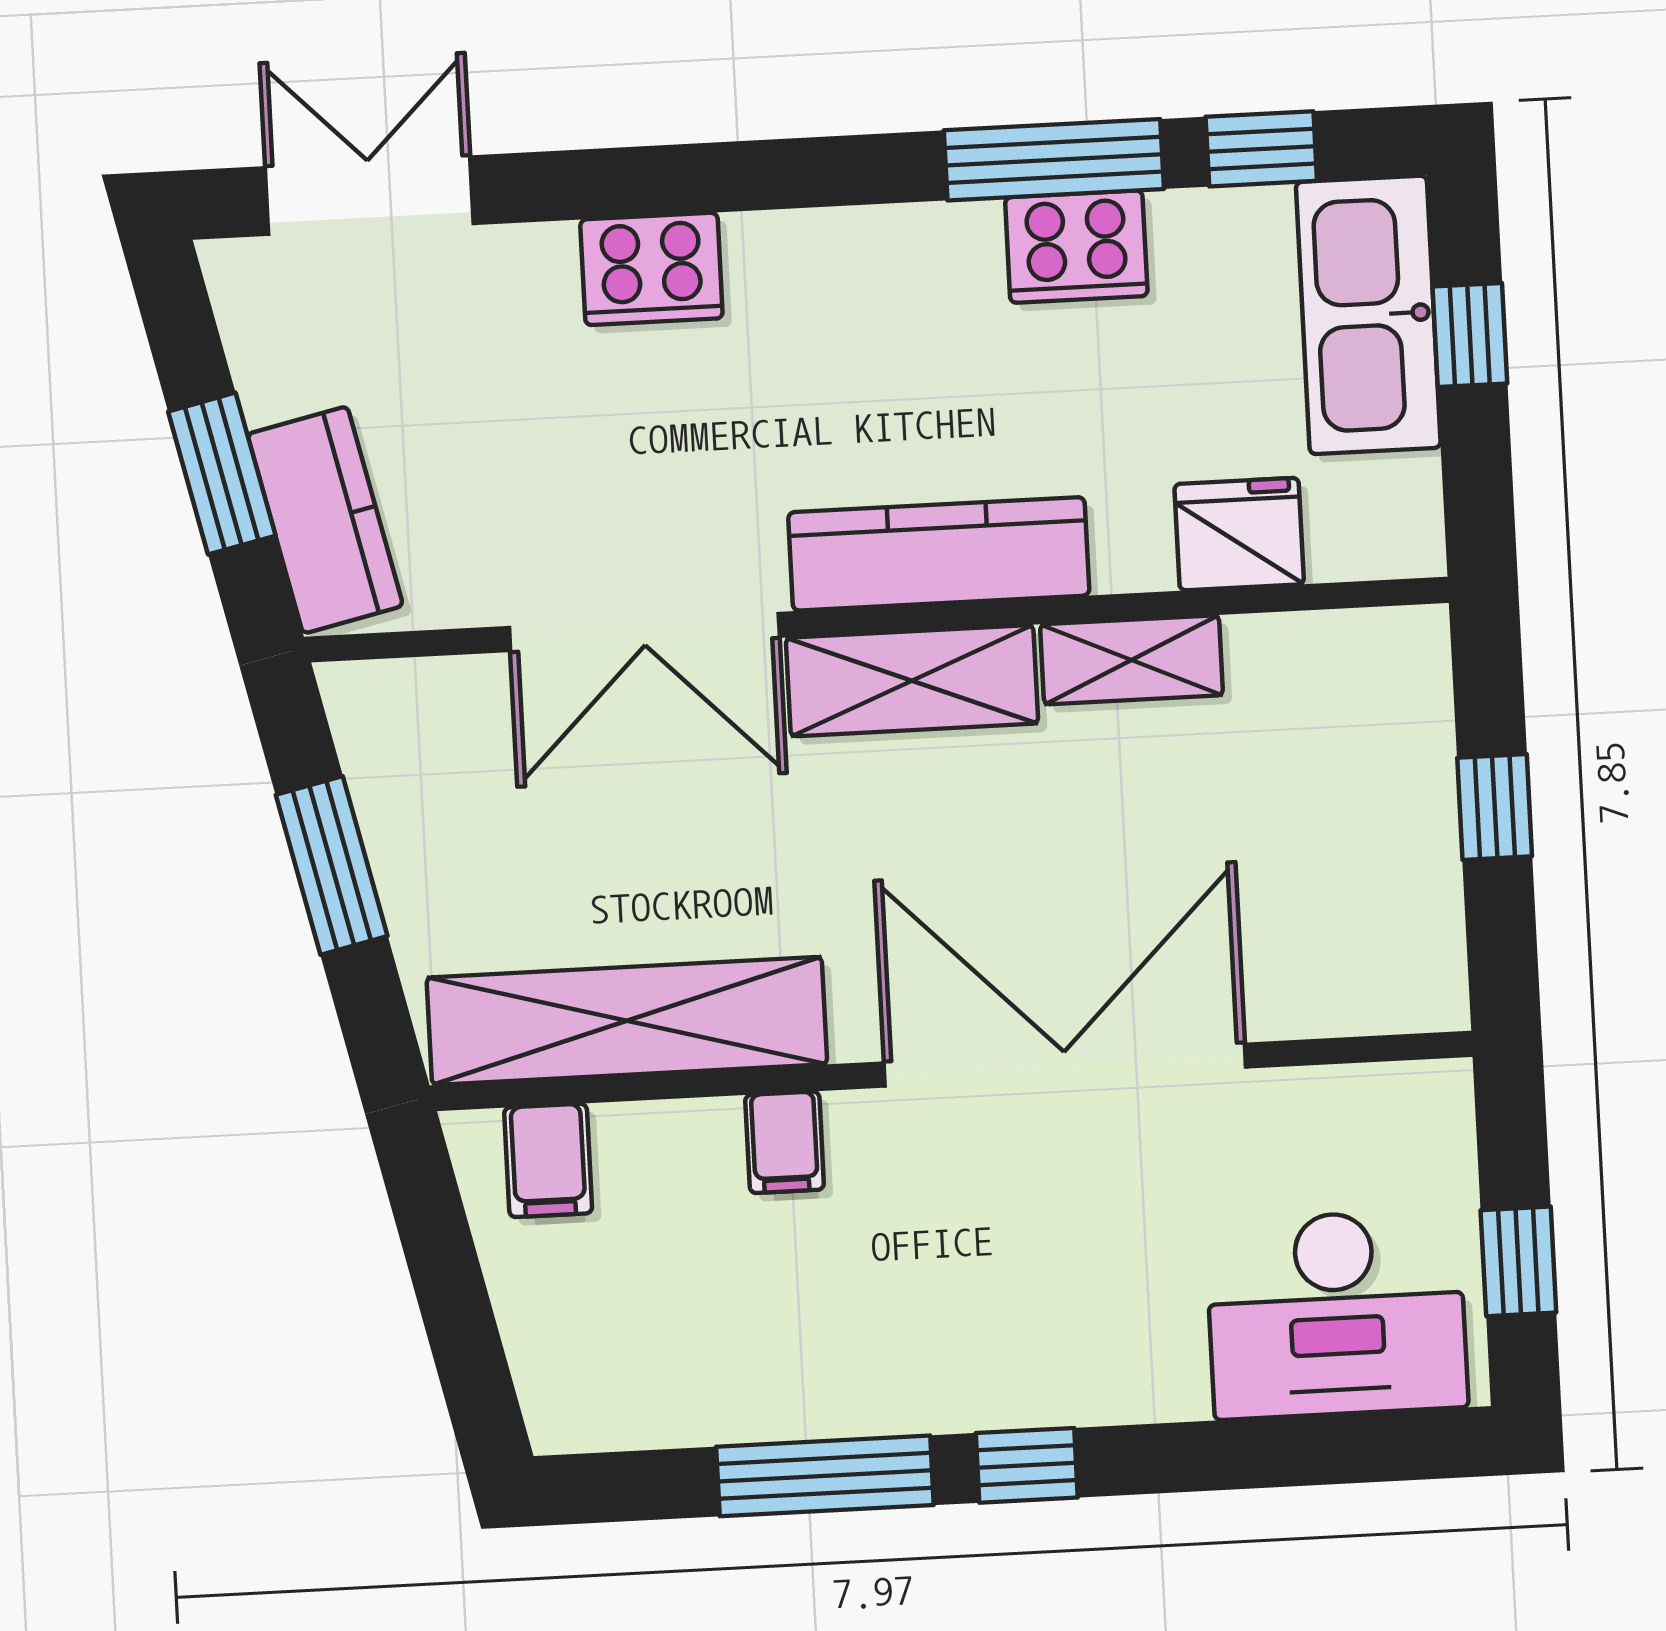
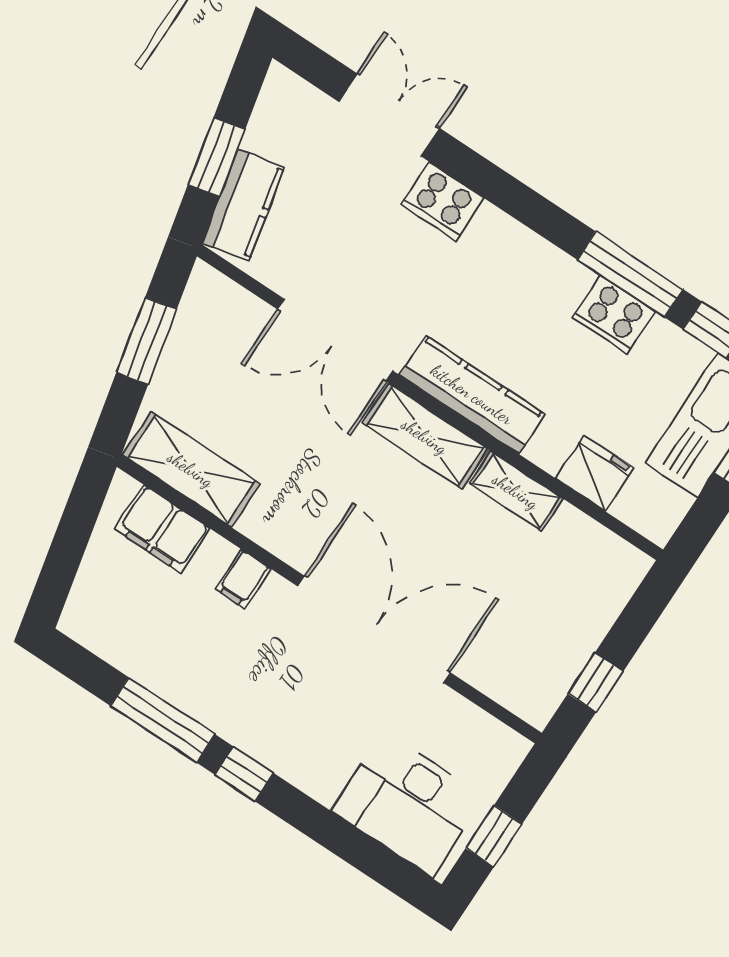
double door: (369, 196) -> (389, 115), moved
window: (1495, 807) -> (596, 682), moved
shelving: (627, 1021) -> (191, 469), width x0.68
filing cabinet: (548, 1160) -> (163, 529), width x2.00

